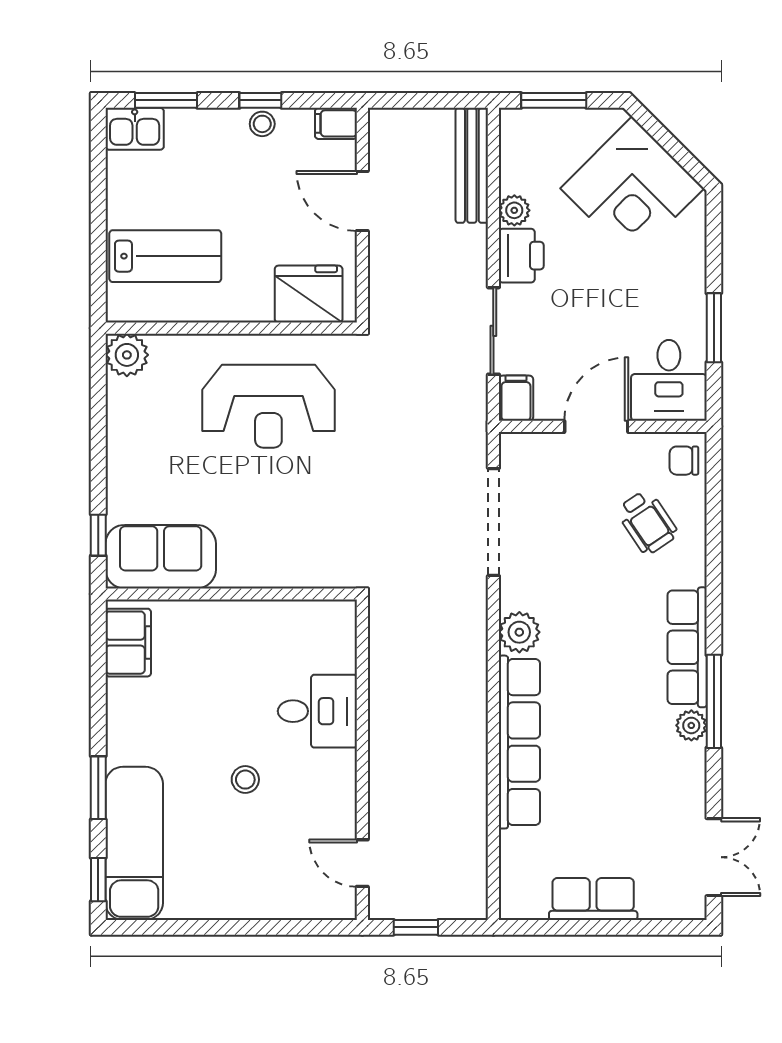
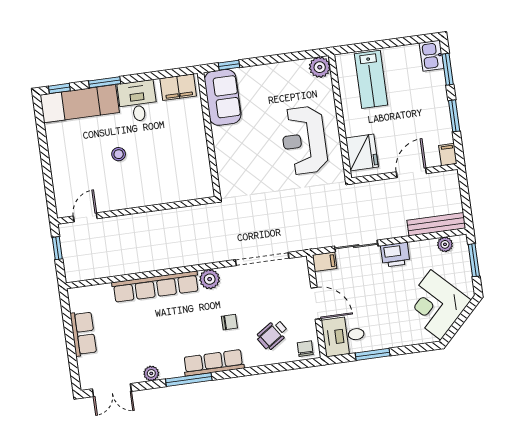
window: (260, 100) -> (454, 116), width x1.50
stool: (262, 124) -> (443, 118), removed
plant: (514, 210) -> (445, 244), moved
chair: (610, 605) -> (229, 322), added
desk: (317, 711) -> (138, 101), moved, turned 180
plant: (691, 725) -> (151, 373), moved

